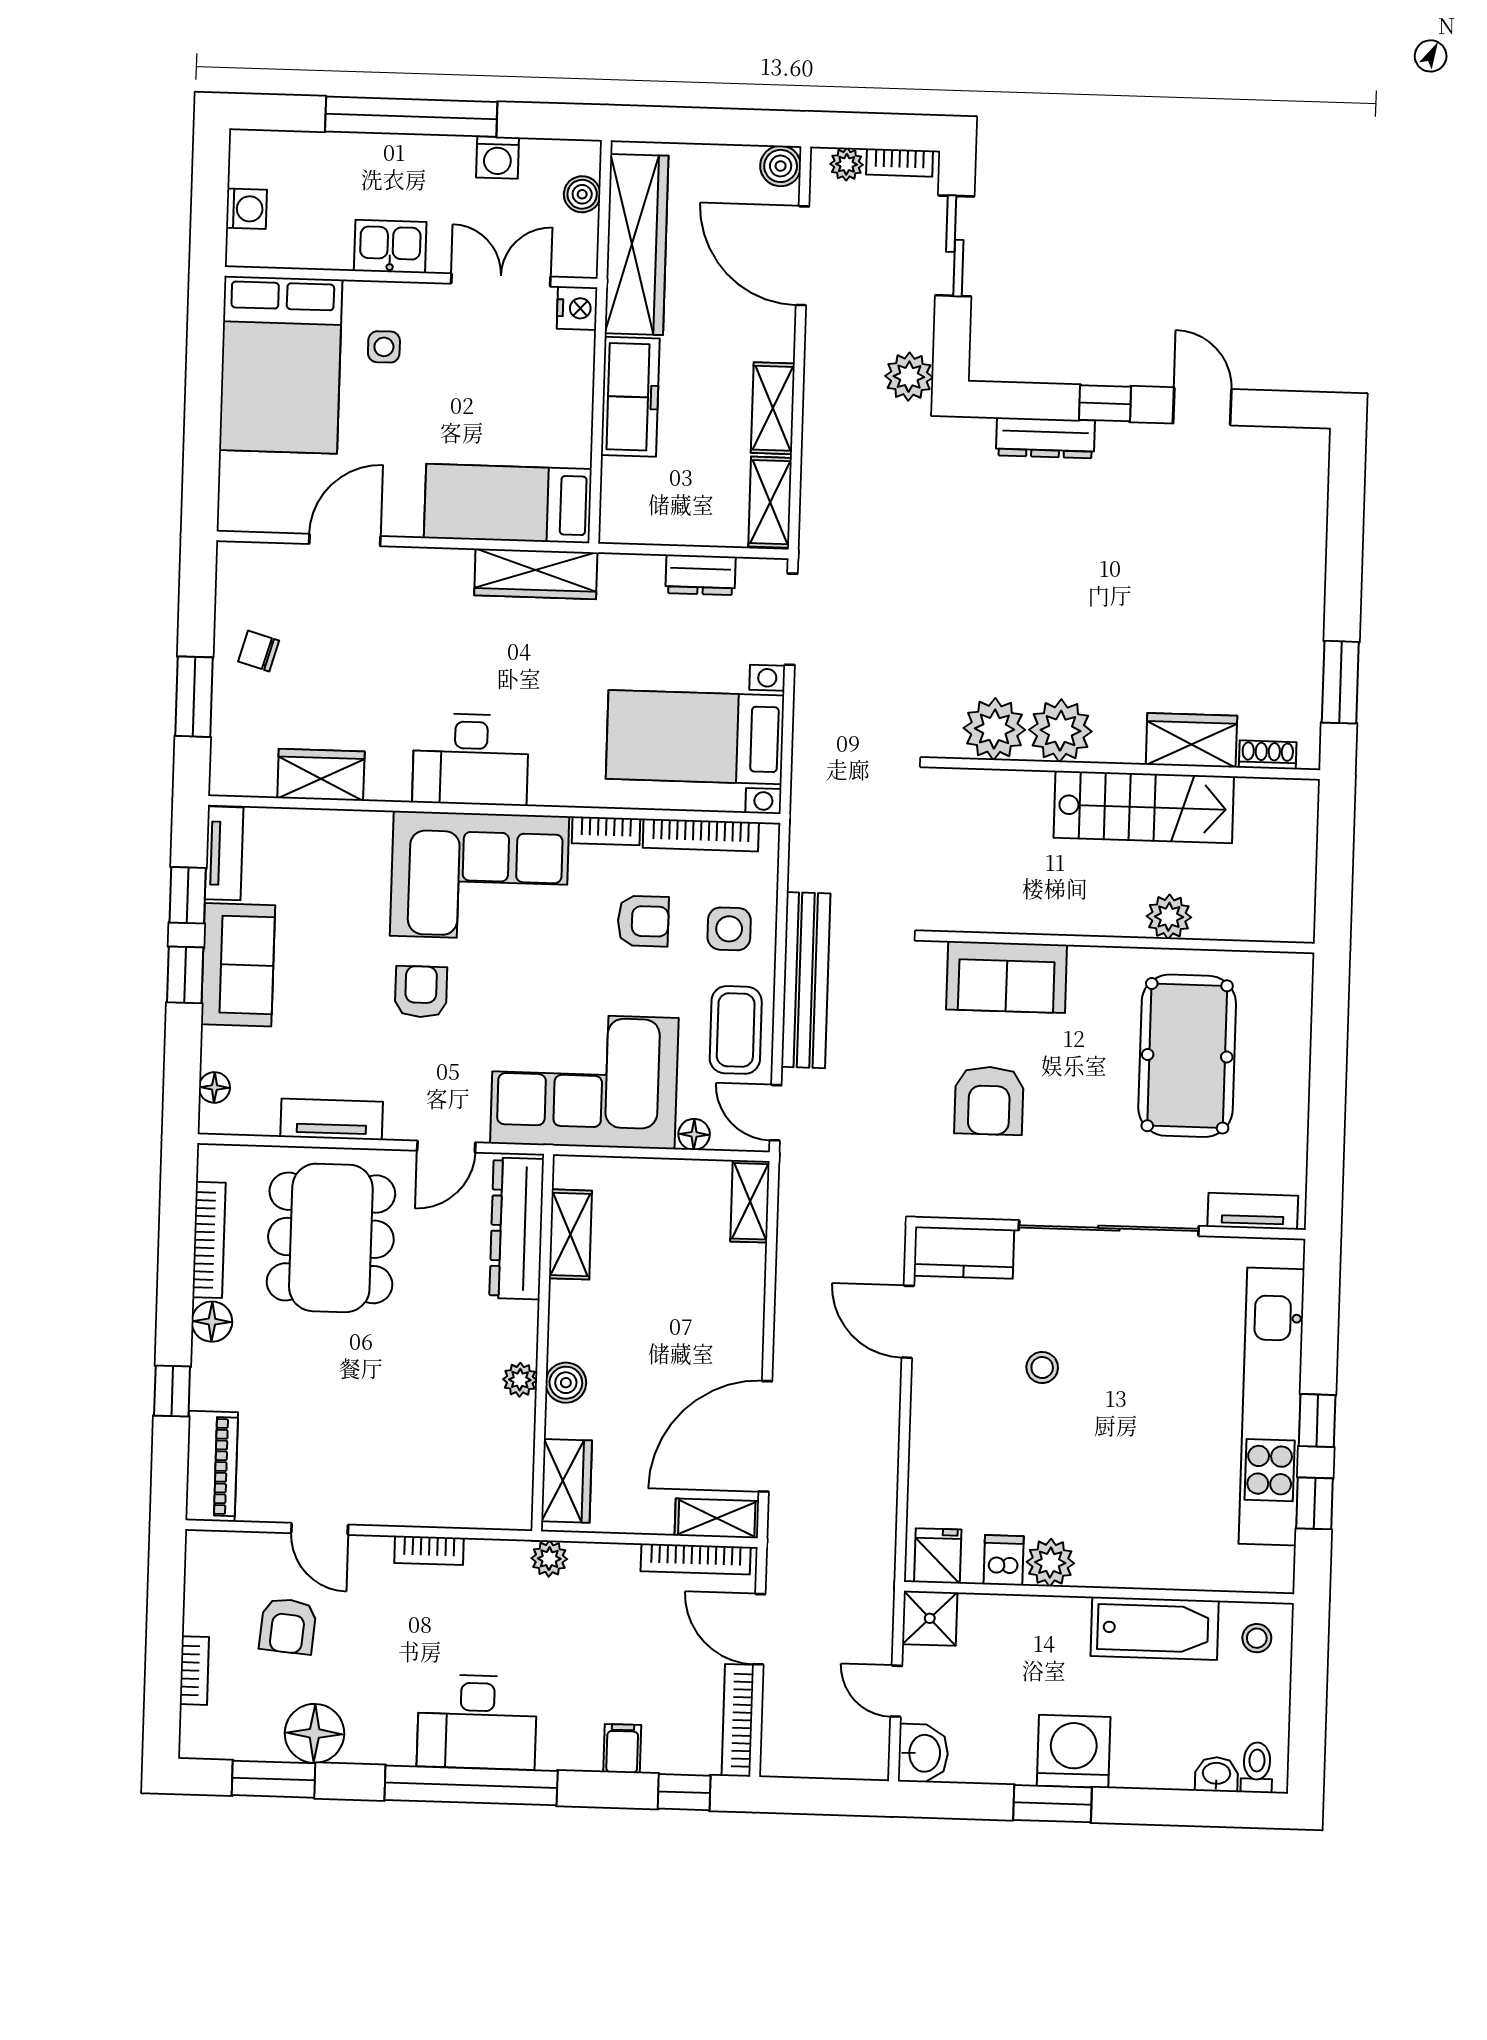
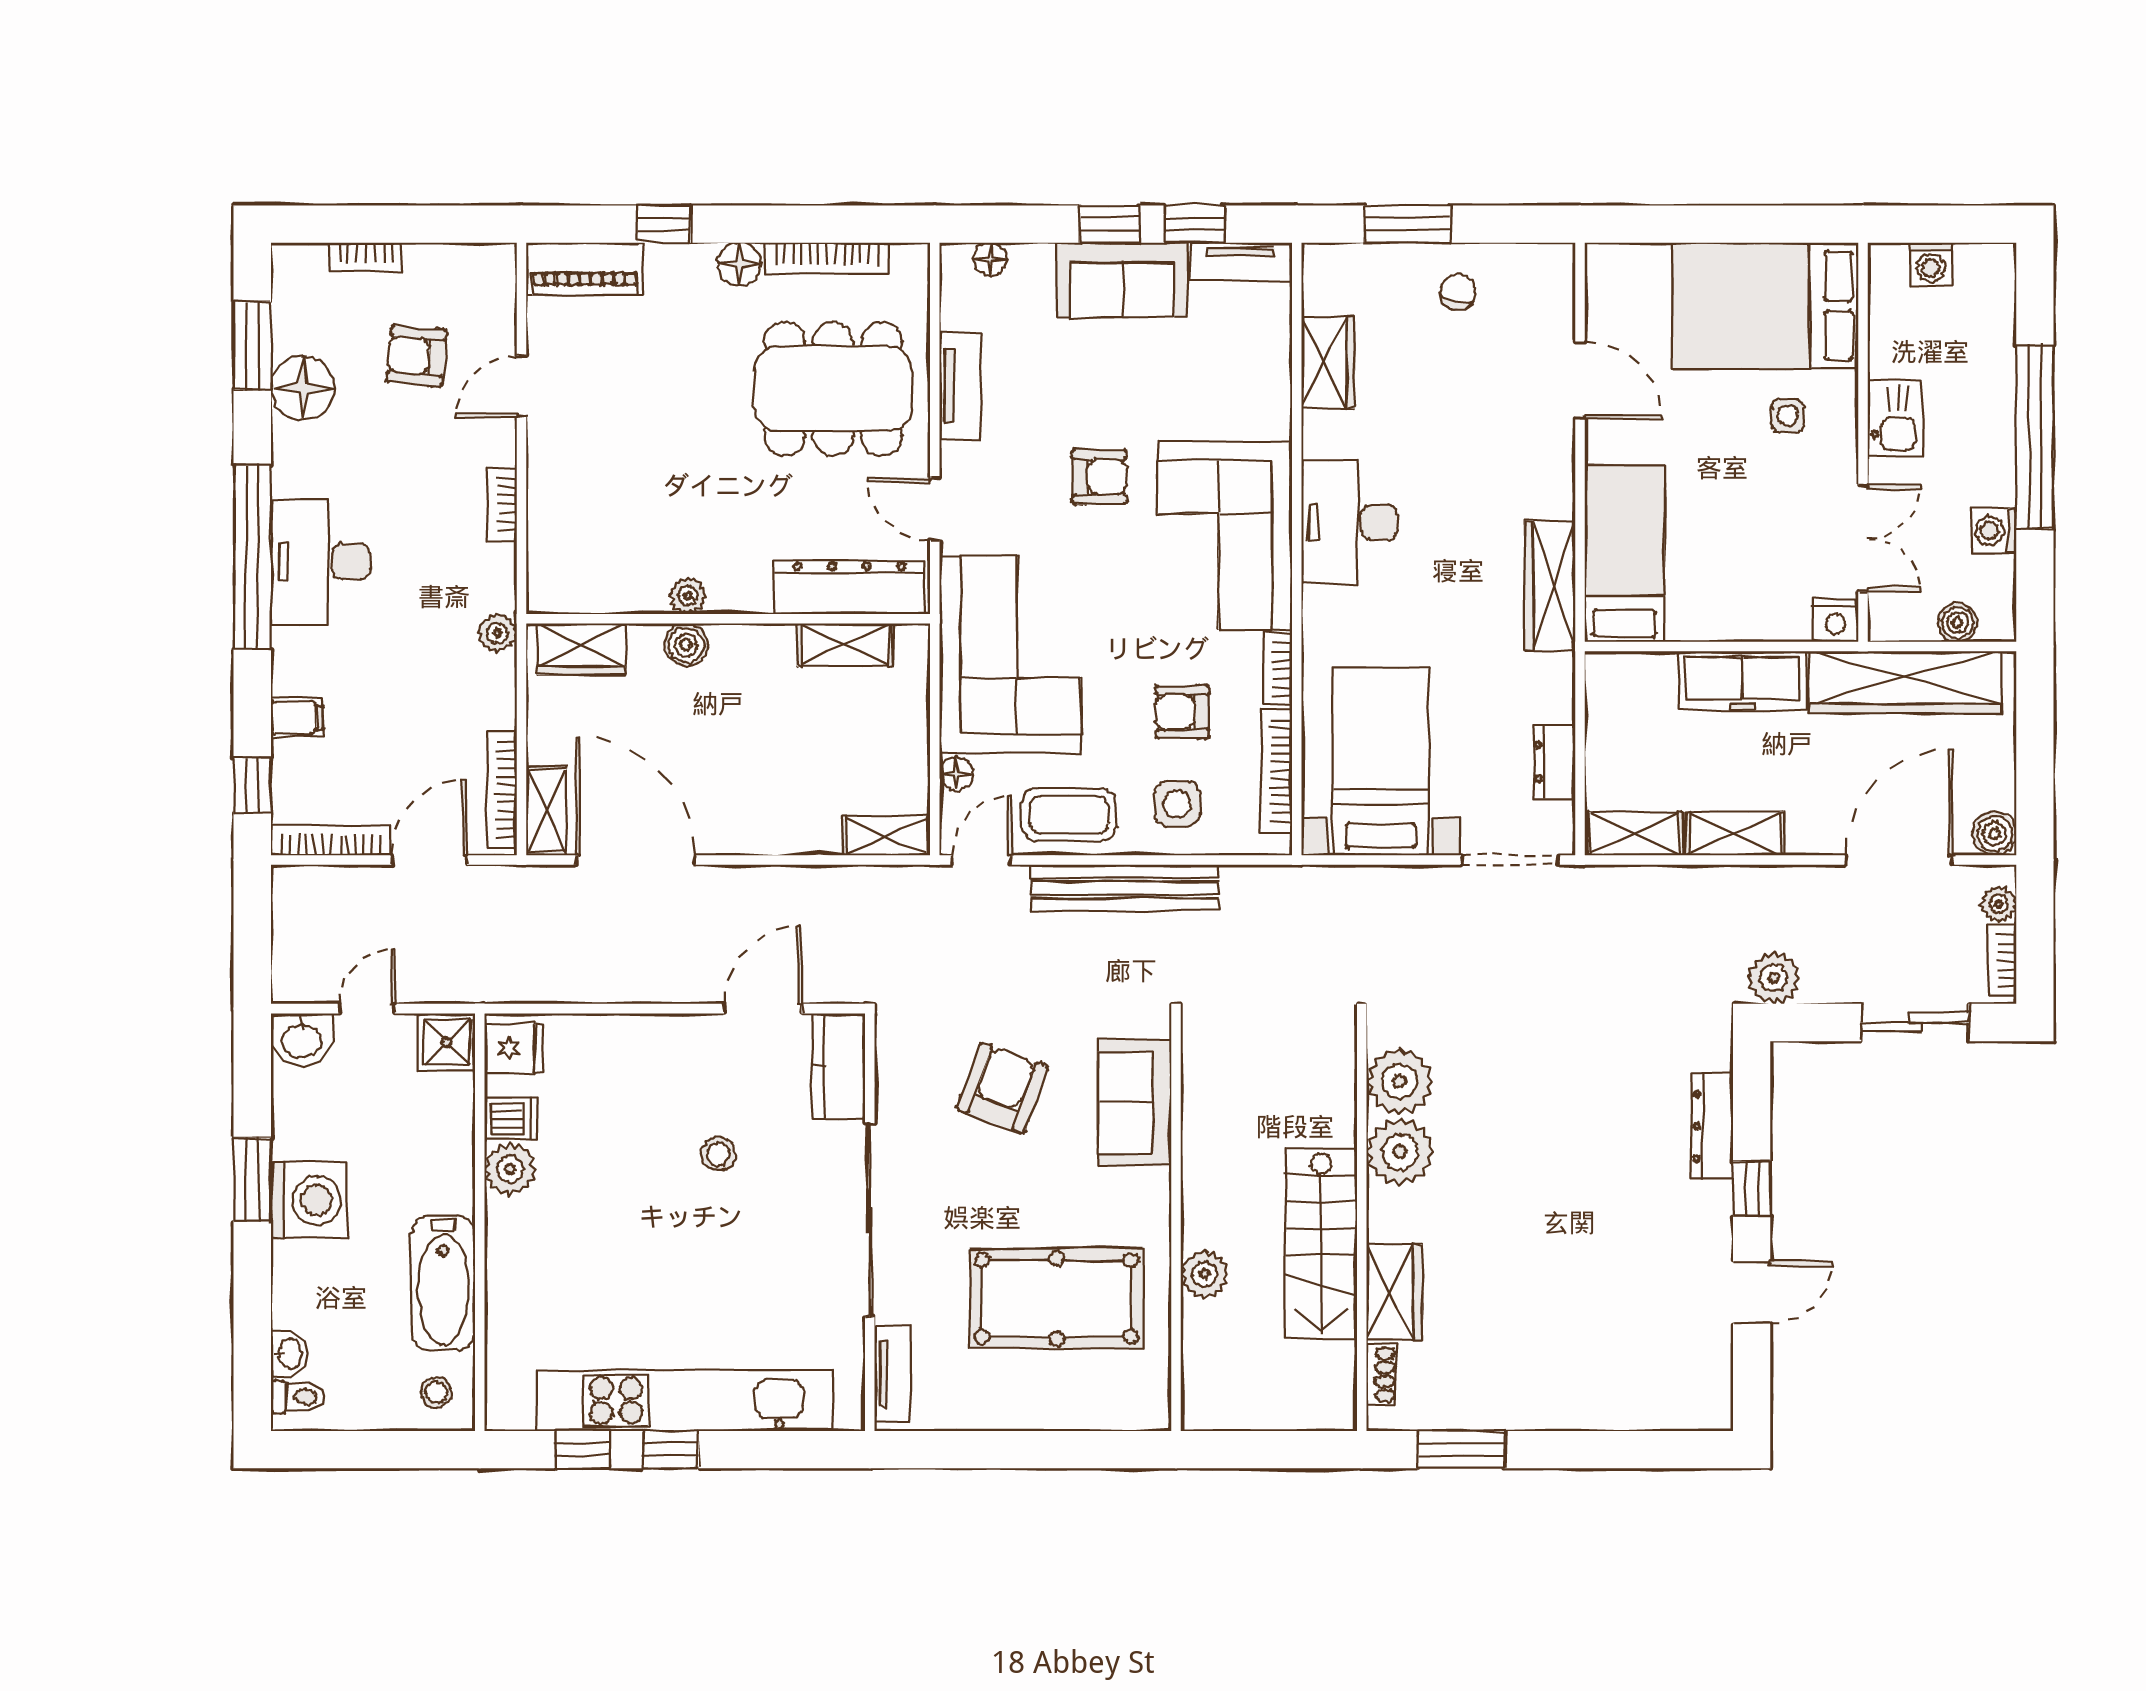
armchair: (643, 921) -> (1182, 712), turned 90
armchair: (989, 1101) -> (1002, 1088), turned 110

